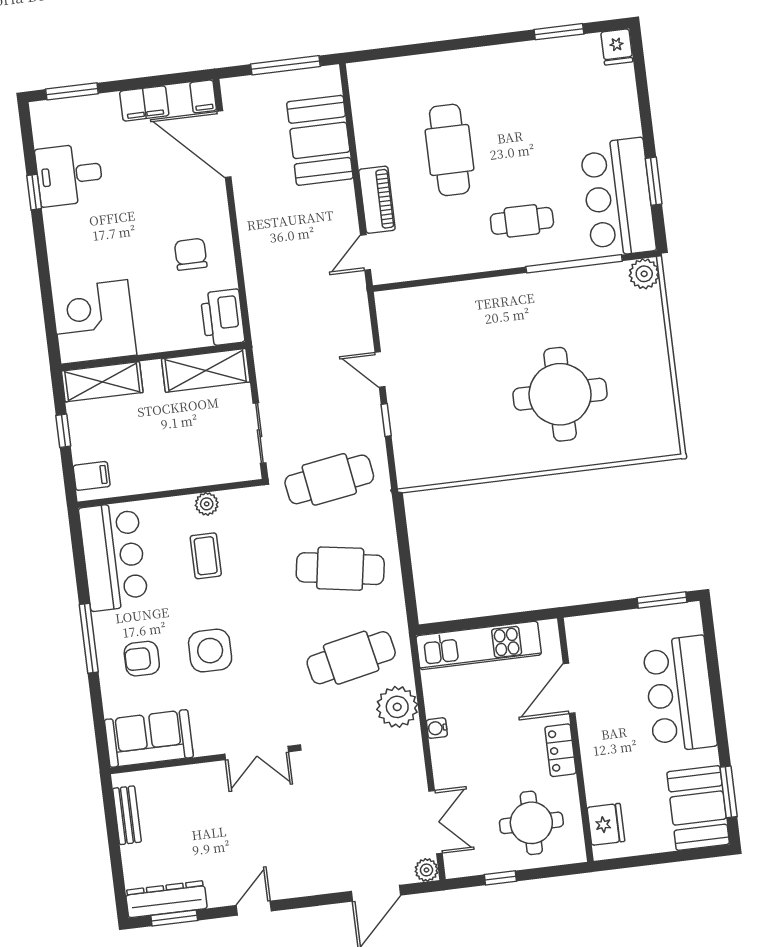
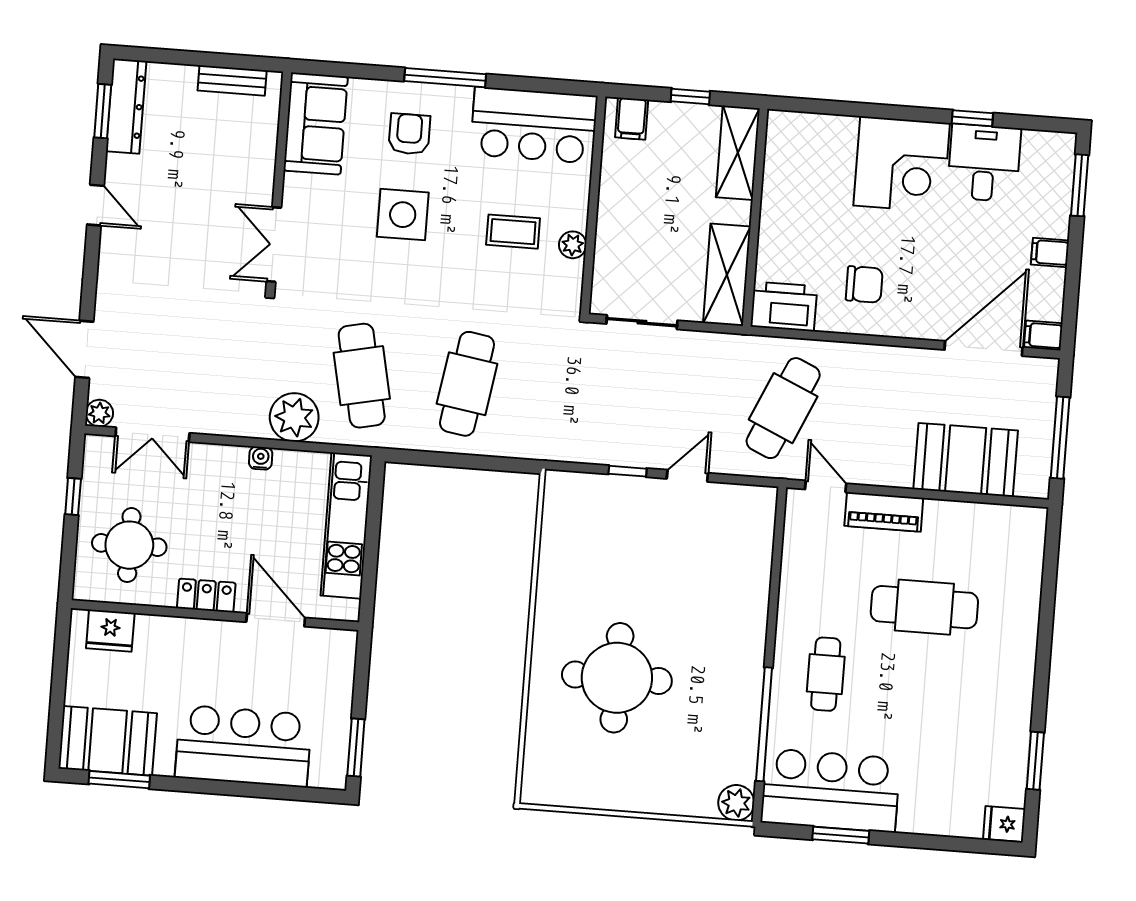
filing cabinet: (144, 103) -> (1050, 252), width x0.50
corner desk: (94, 322) -> (902, 164), moved, turned 90
cafe table: (329, 479) -> (783, 408), moved, turned 33

